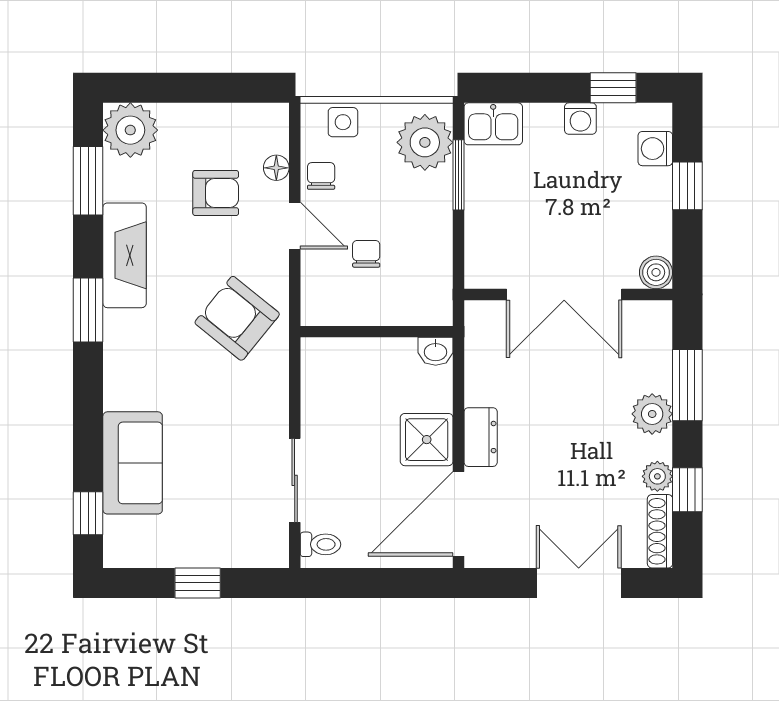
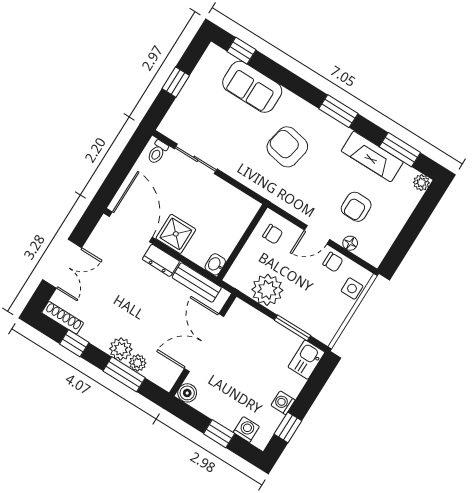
plant: (130, 130) -> (421, 183), width x0.53, depth x0.53
plant: (425, 142) -> (267, 290), moved
chair: (366, 254) -> (273, 234), moved
fireplace: (125, 255) -> (372, 156), moved
armchair: (237, 318) -> (287, 147), moved, turned -118
bench: (480, 362) -> (197, 282), added
plant: (657, 476) -> (138, 363), moved

